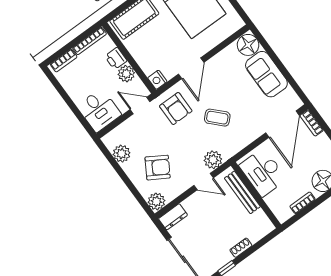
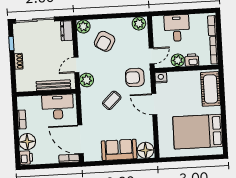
desk: (99, 110) -> (177, 28), moved, turned 90
plant: (122, 154) -> (139, 23), moved

